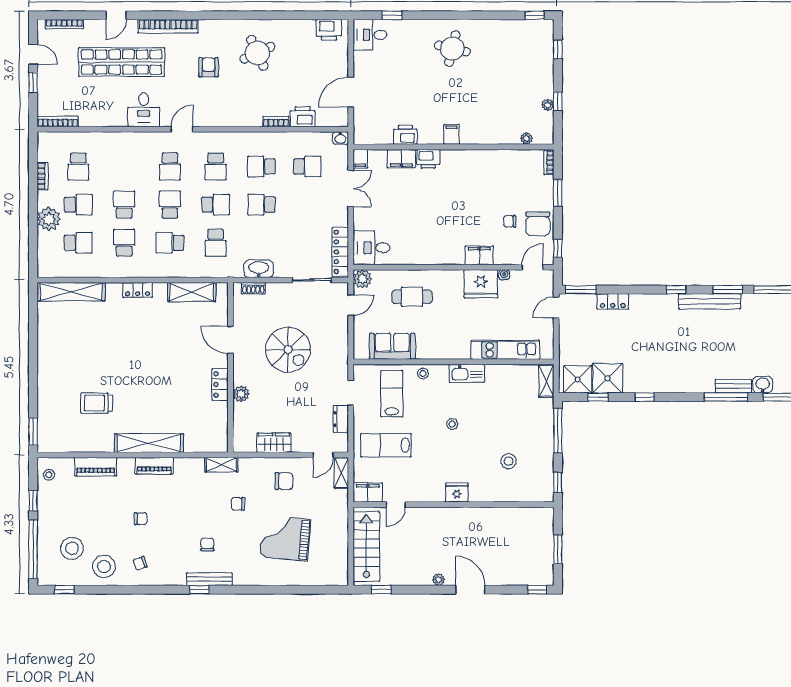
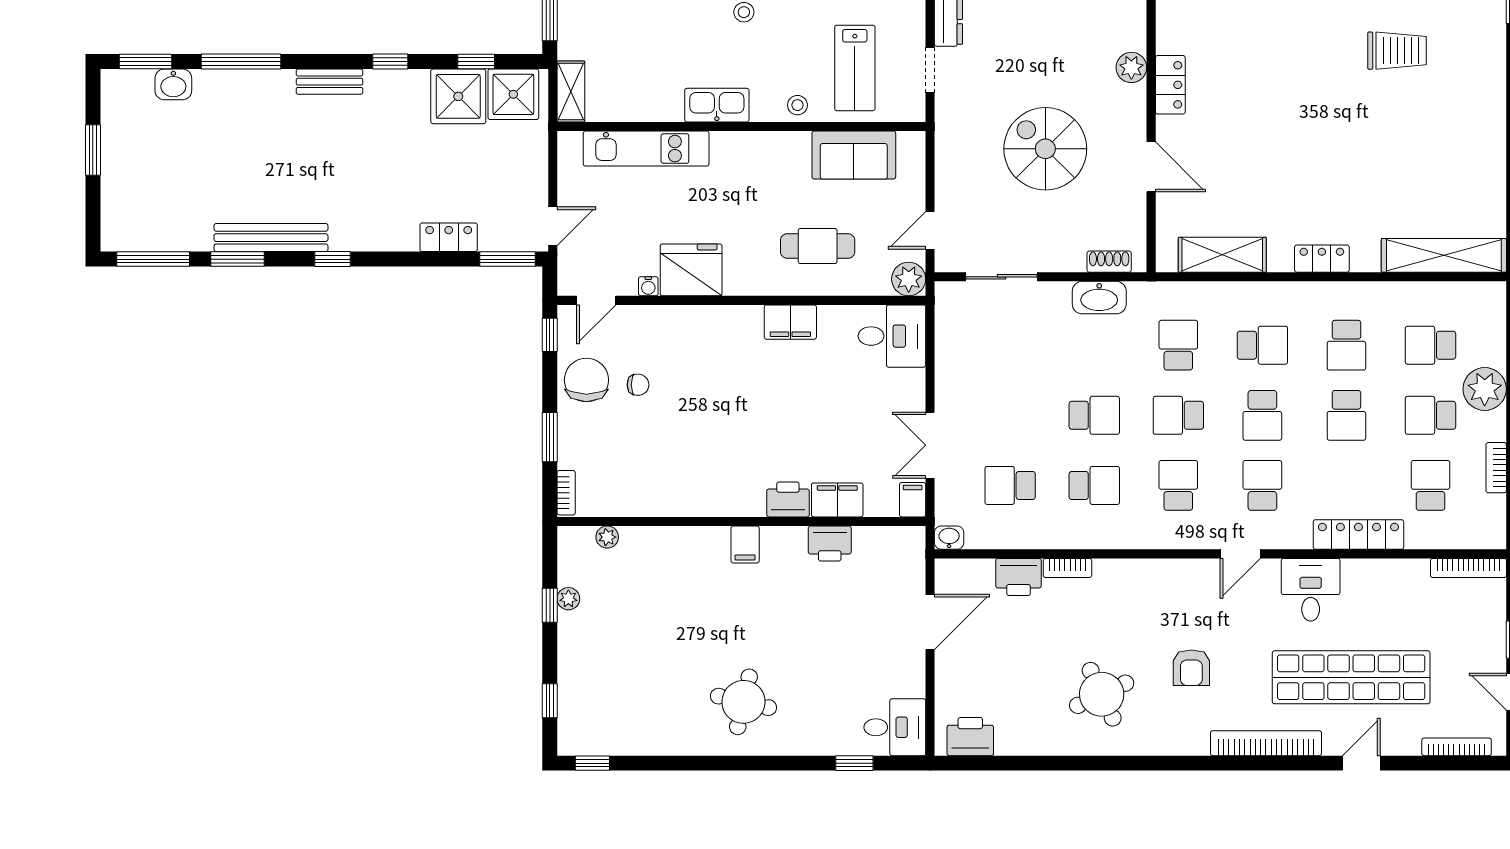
locker: (340, 252) -> (1358, 534), moved, turned -90
filing cabinet: (479, 255) -> (790, 322), moved
bench: (733, 386) -> (329, 82), moved

